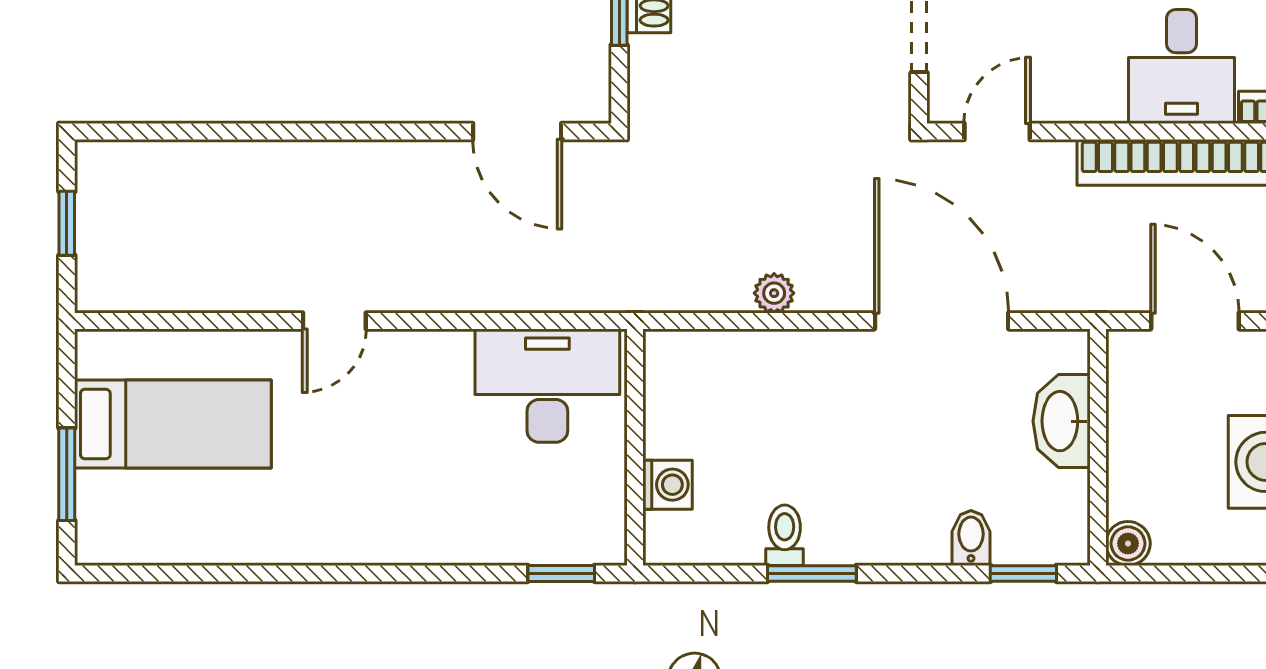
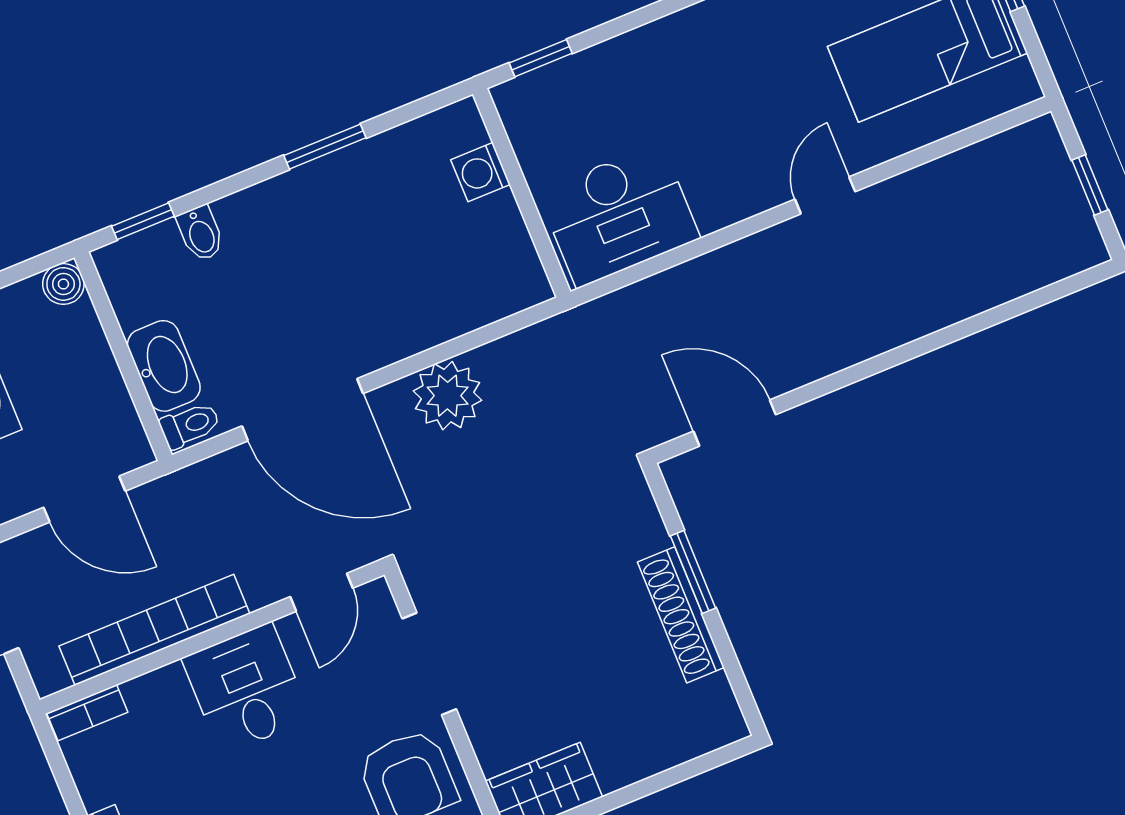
desk: (1181, 67) -> (246, 689), moved
plant: (774, 293) -> (448, 396), width x1.88, depth x1.88
toilet: (785, 535) -> (190, 425), moved, turned -90

